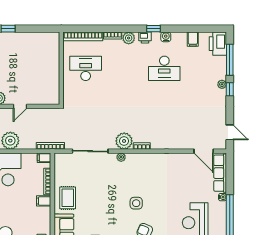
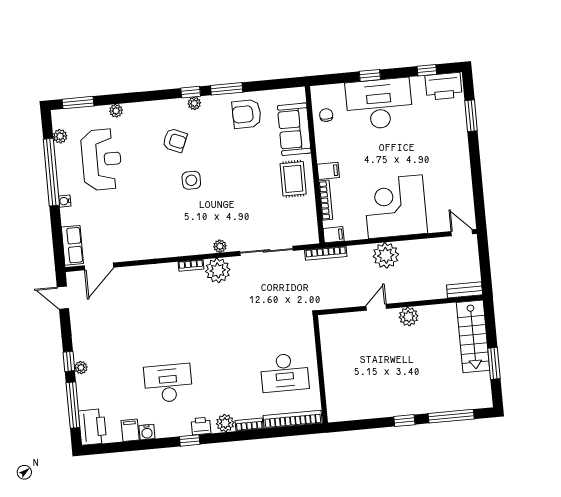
water cooler: (166, 37) -> (147, 432), moved
door: (204, 151) -> (99, 266), swing flipped
row of seats: (220, 173) -> (72, 245), width x0.68

